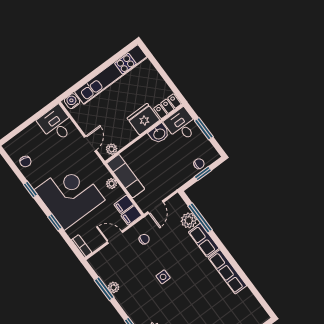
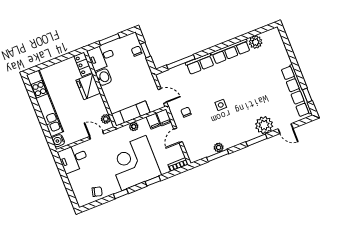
plant: (189, 220) -> (256, 42), moved

